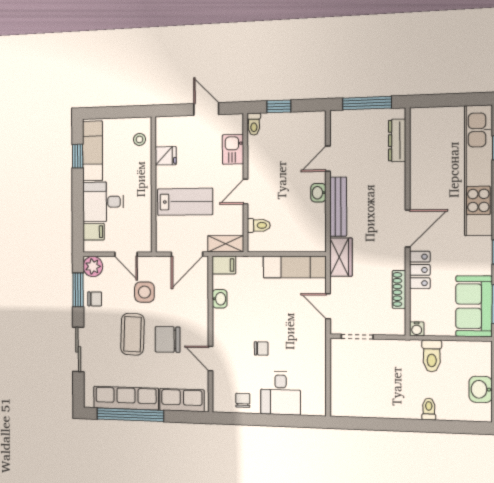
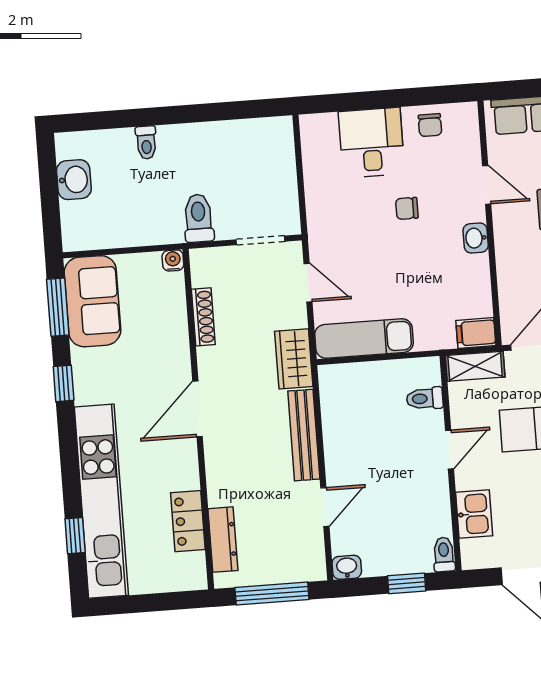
washbasin: (318, 193) -> (347, 567), moved, turned -90
locker: (420, 270) -> (188, 521), moved
washbasin: (220, 299) -> (476, 238), moved
toilet: (432, 356) -> (199, 218), moved

